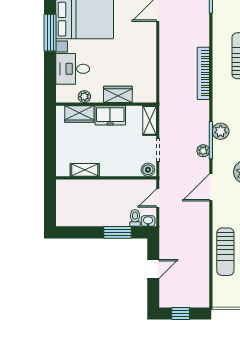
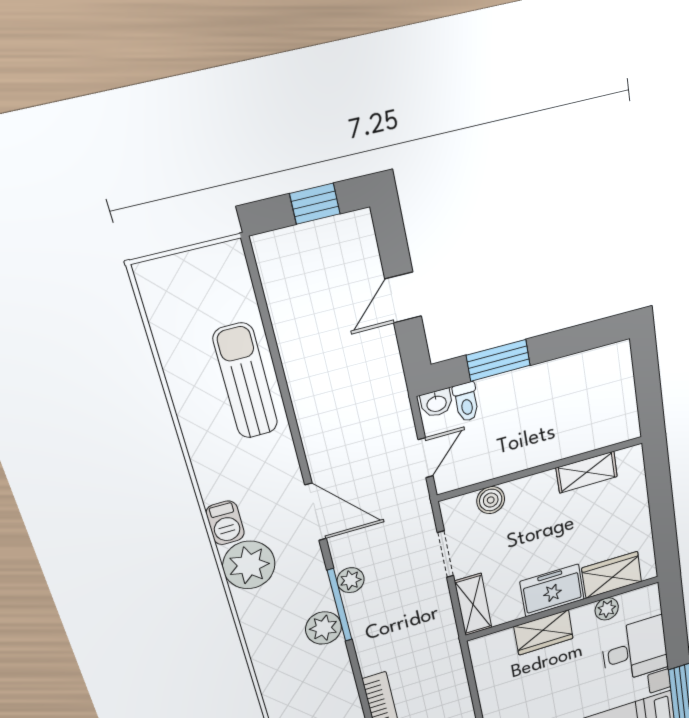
boiler: (148, 170) -> (491, 500), moved
door: (211, 187) -> (316, 512), hinge flipped

